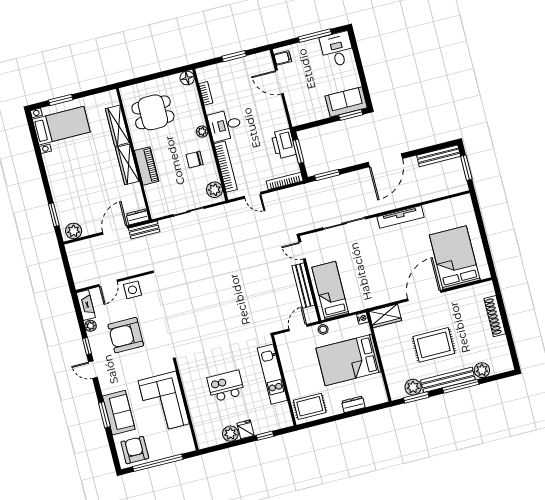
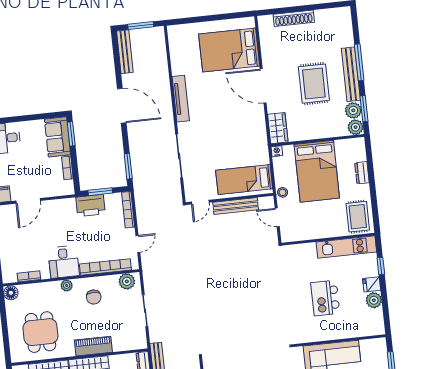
bookcase: (317, 116) -> (67, 168), added
plant: (482, 370) -> (356, 127), moved
kitchen unit: (272, 374) -> (346, 247), moved

